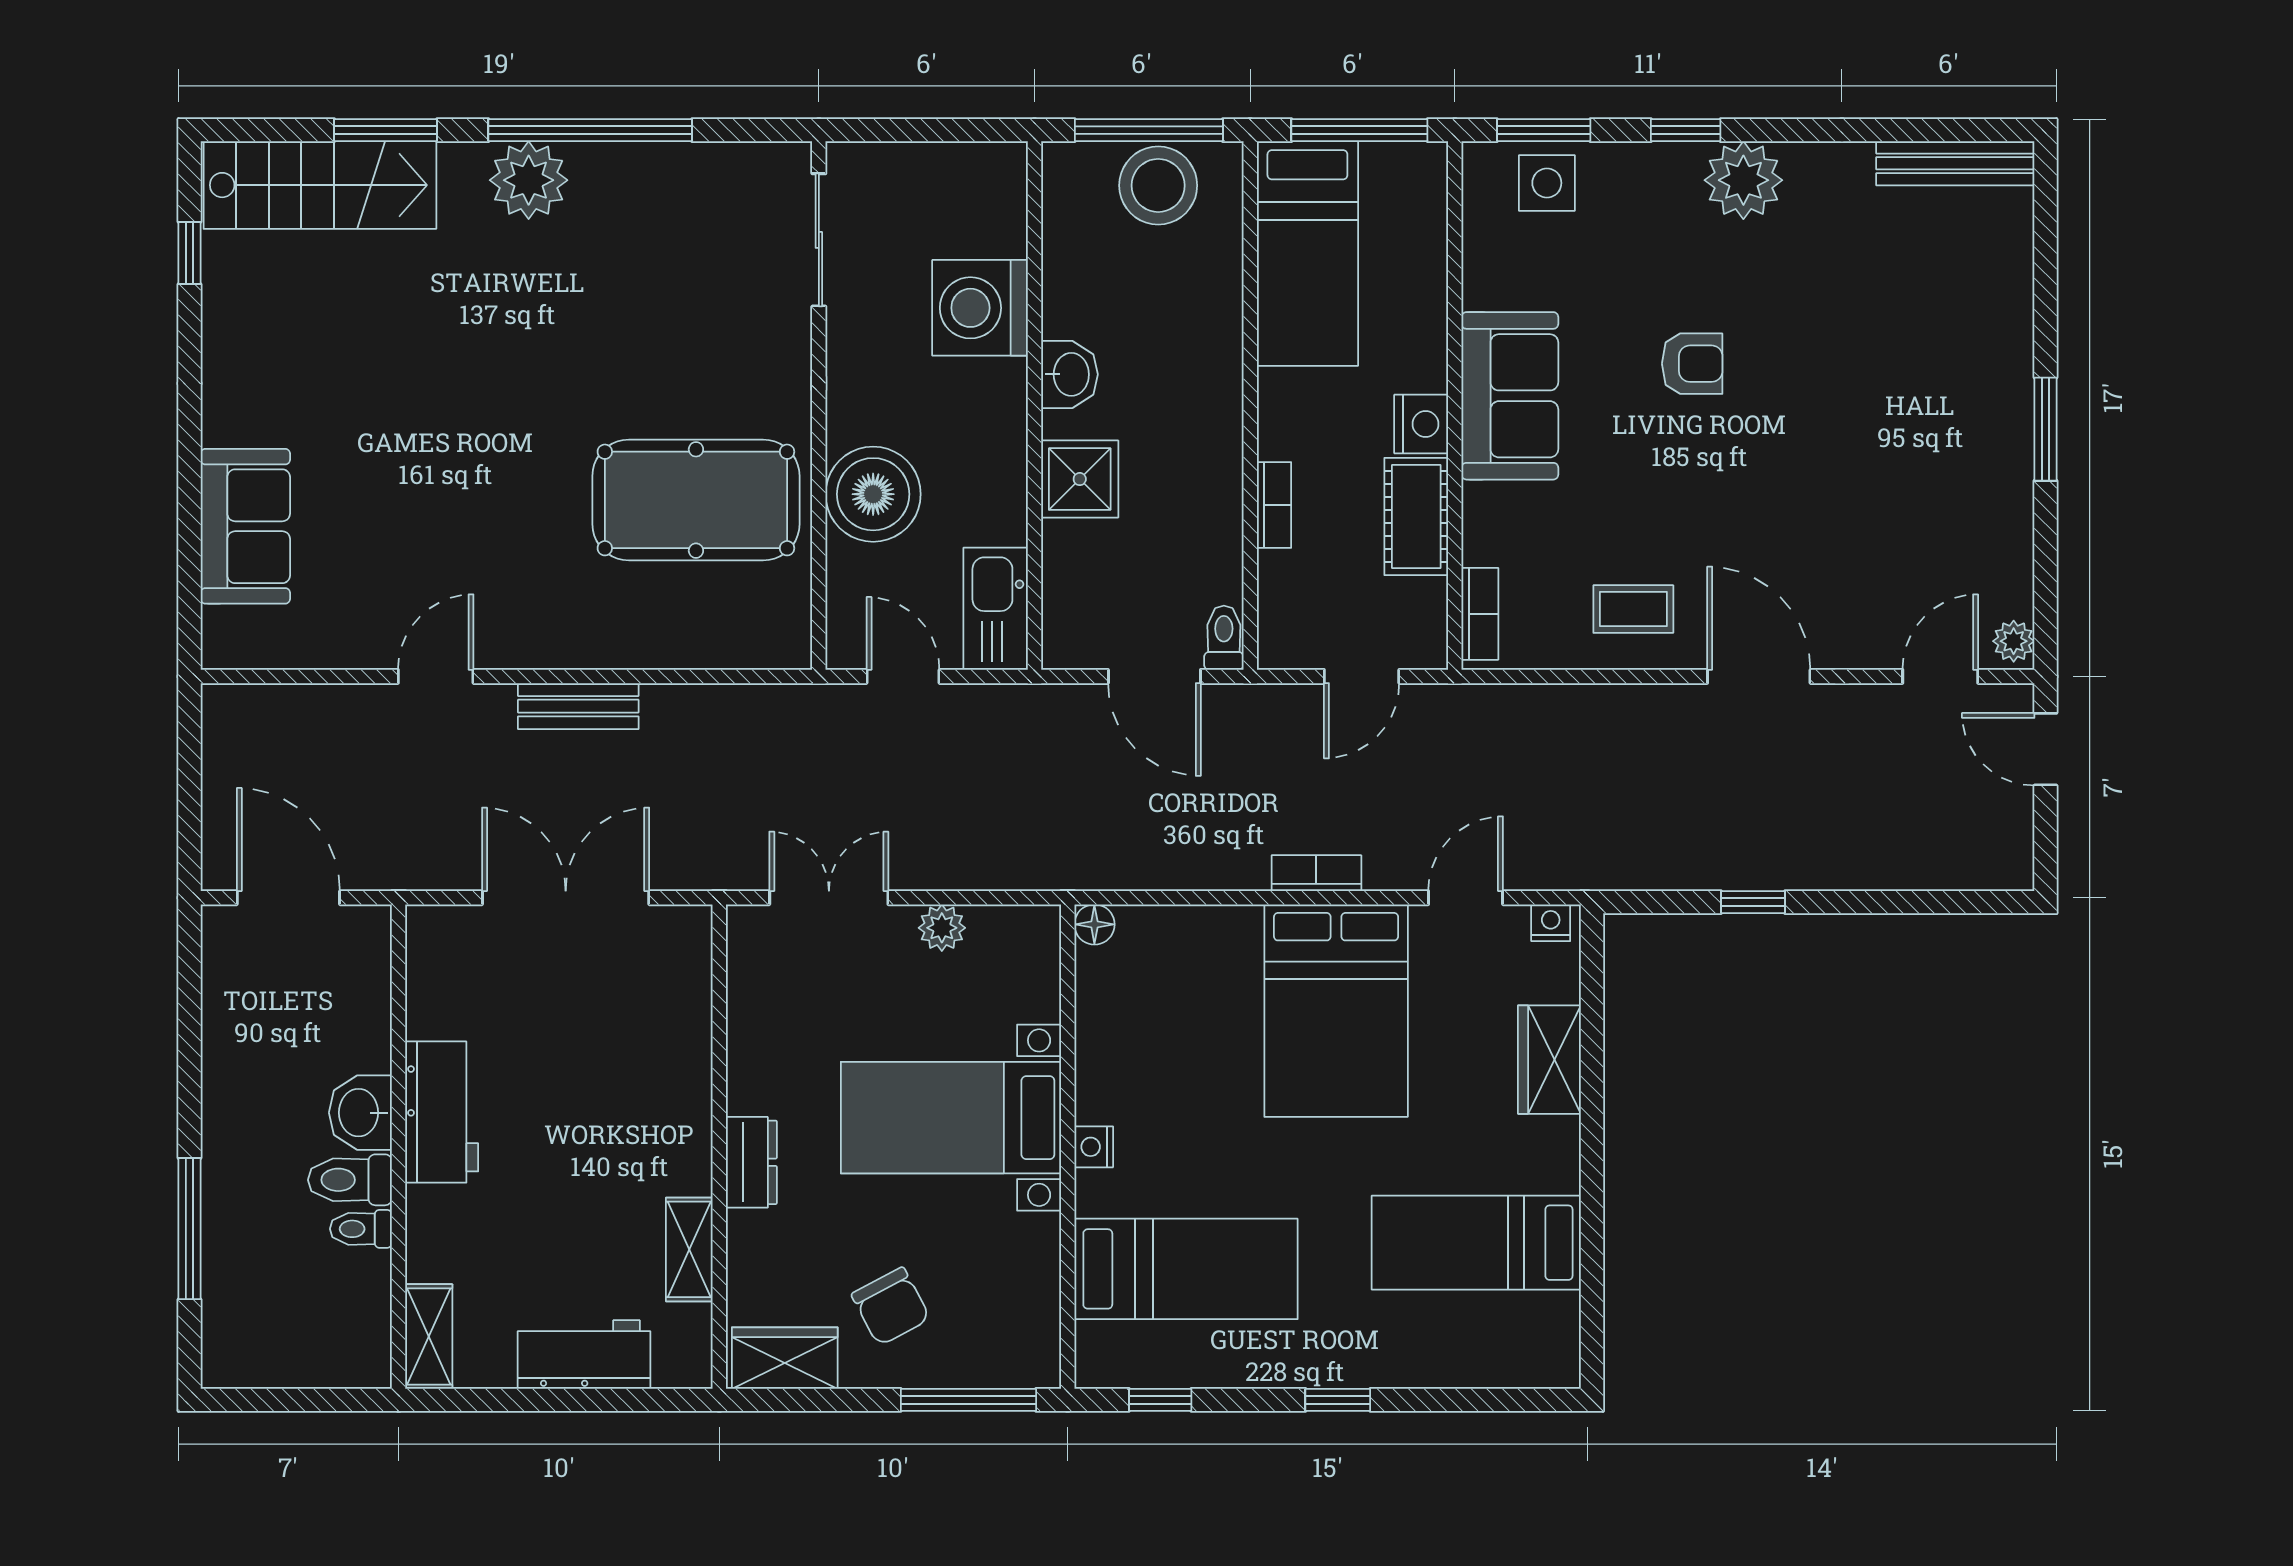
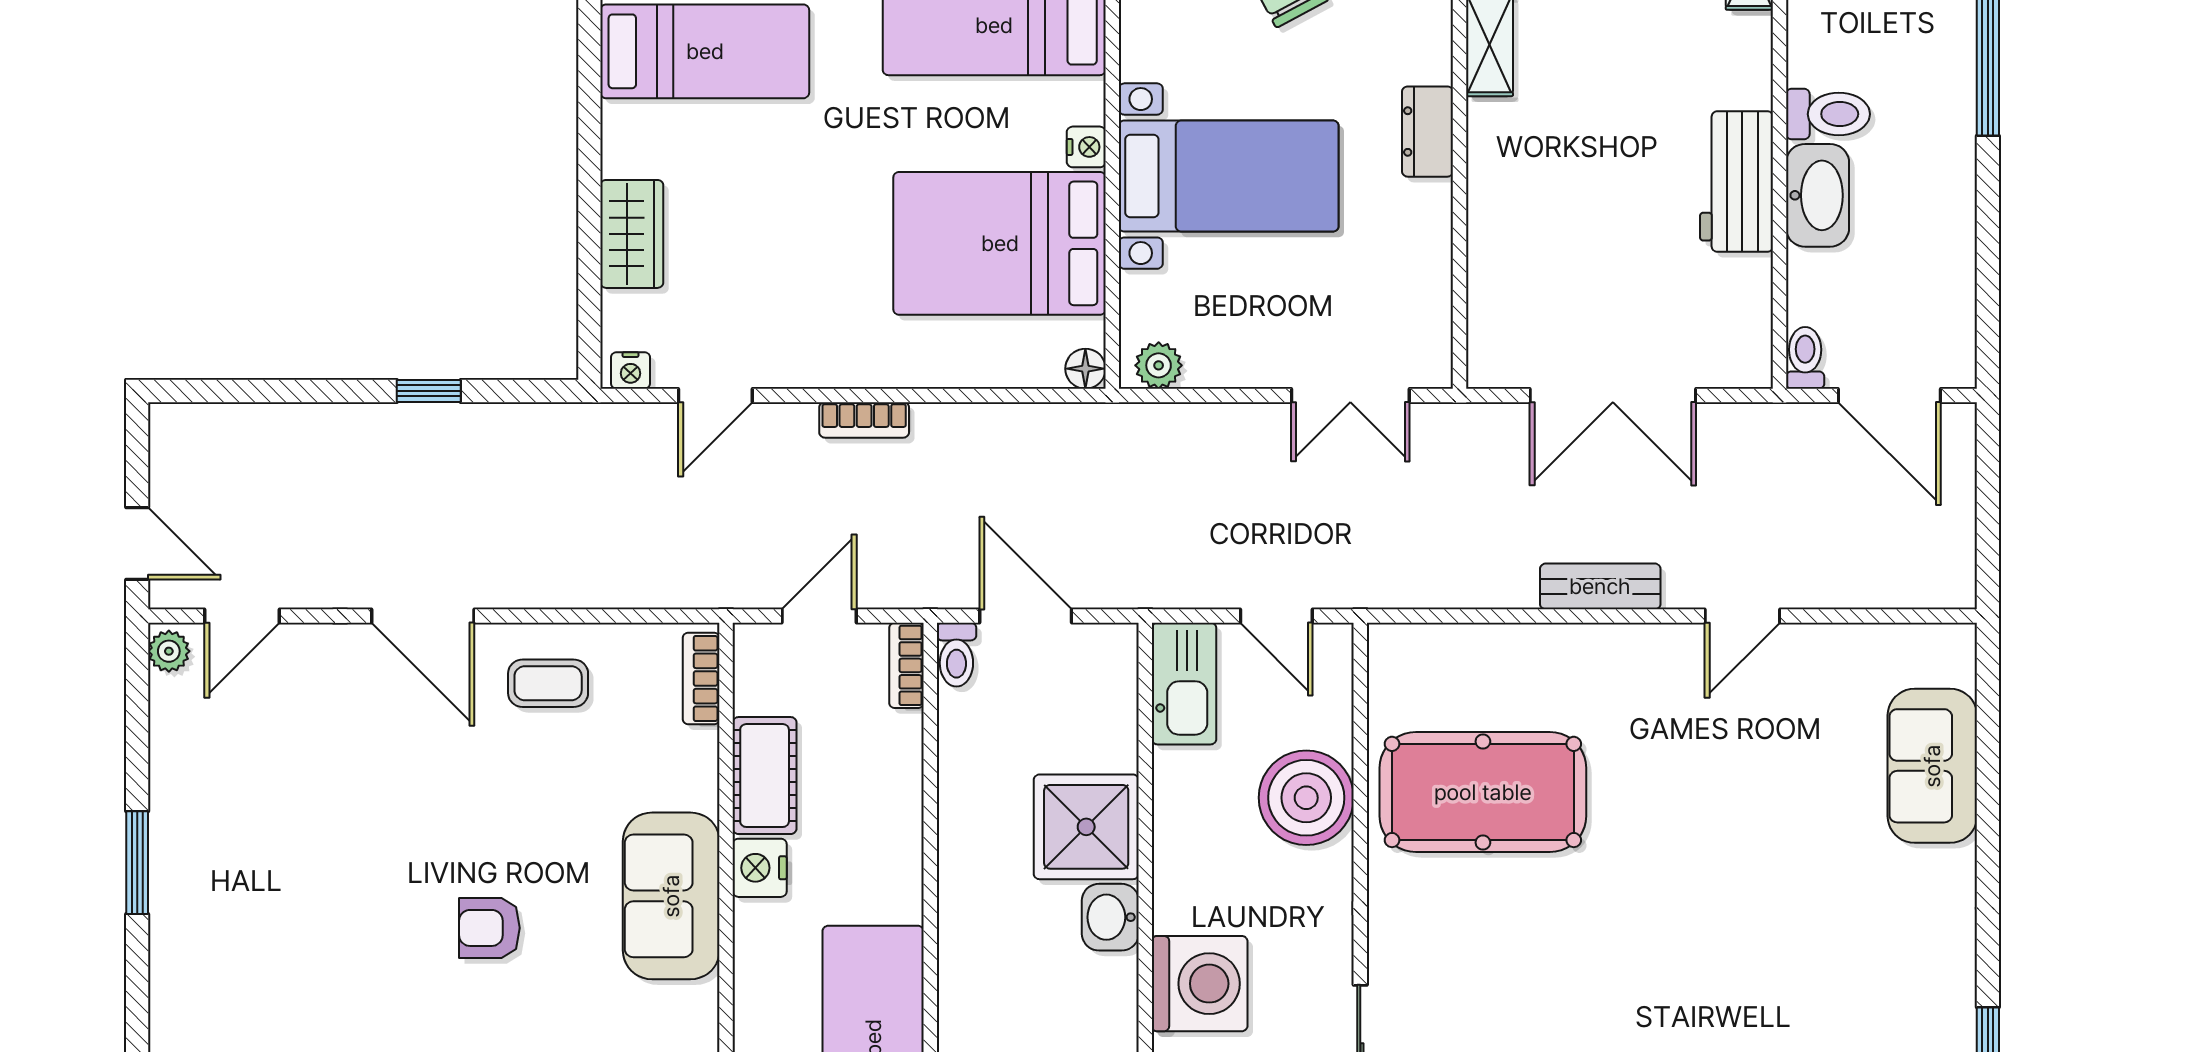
shower: (1080, 479) -> (1086, 827), width x1.36, depth x1.36
bookcase: (1274, 505) -> (906, 665), moved
plant: (942, 928) -> (1159, 365), moved
bed: (1336, 1011) -> (1000, 243), moved, turned -90
washbasin: (360, 1113) -> (1818, 195), width x1.38
toilet: (361, 1229) -> (1805, 358), moved, turned -90

